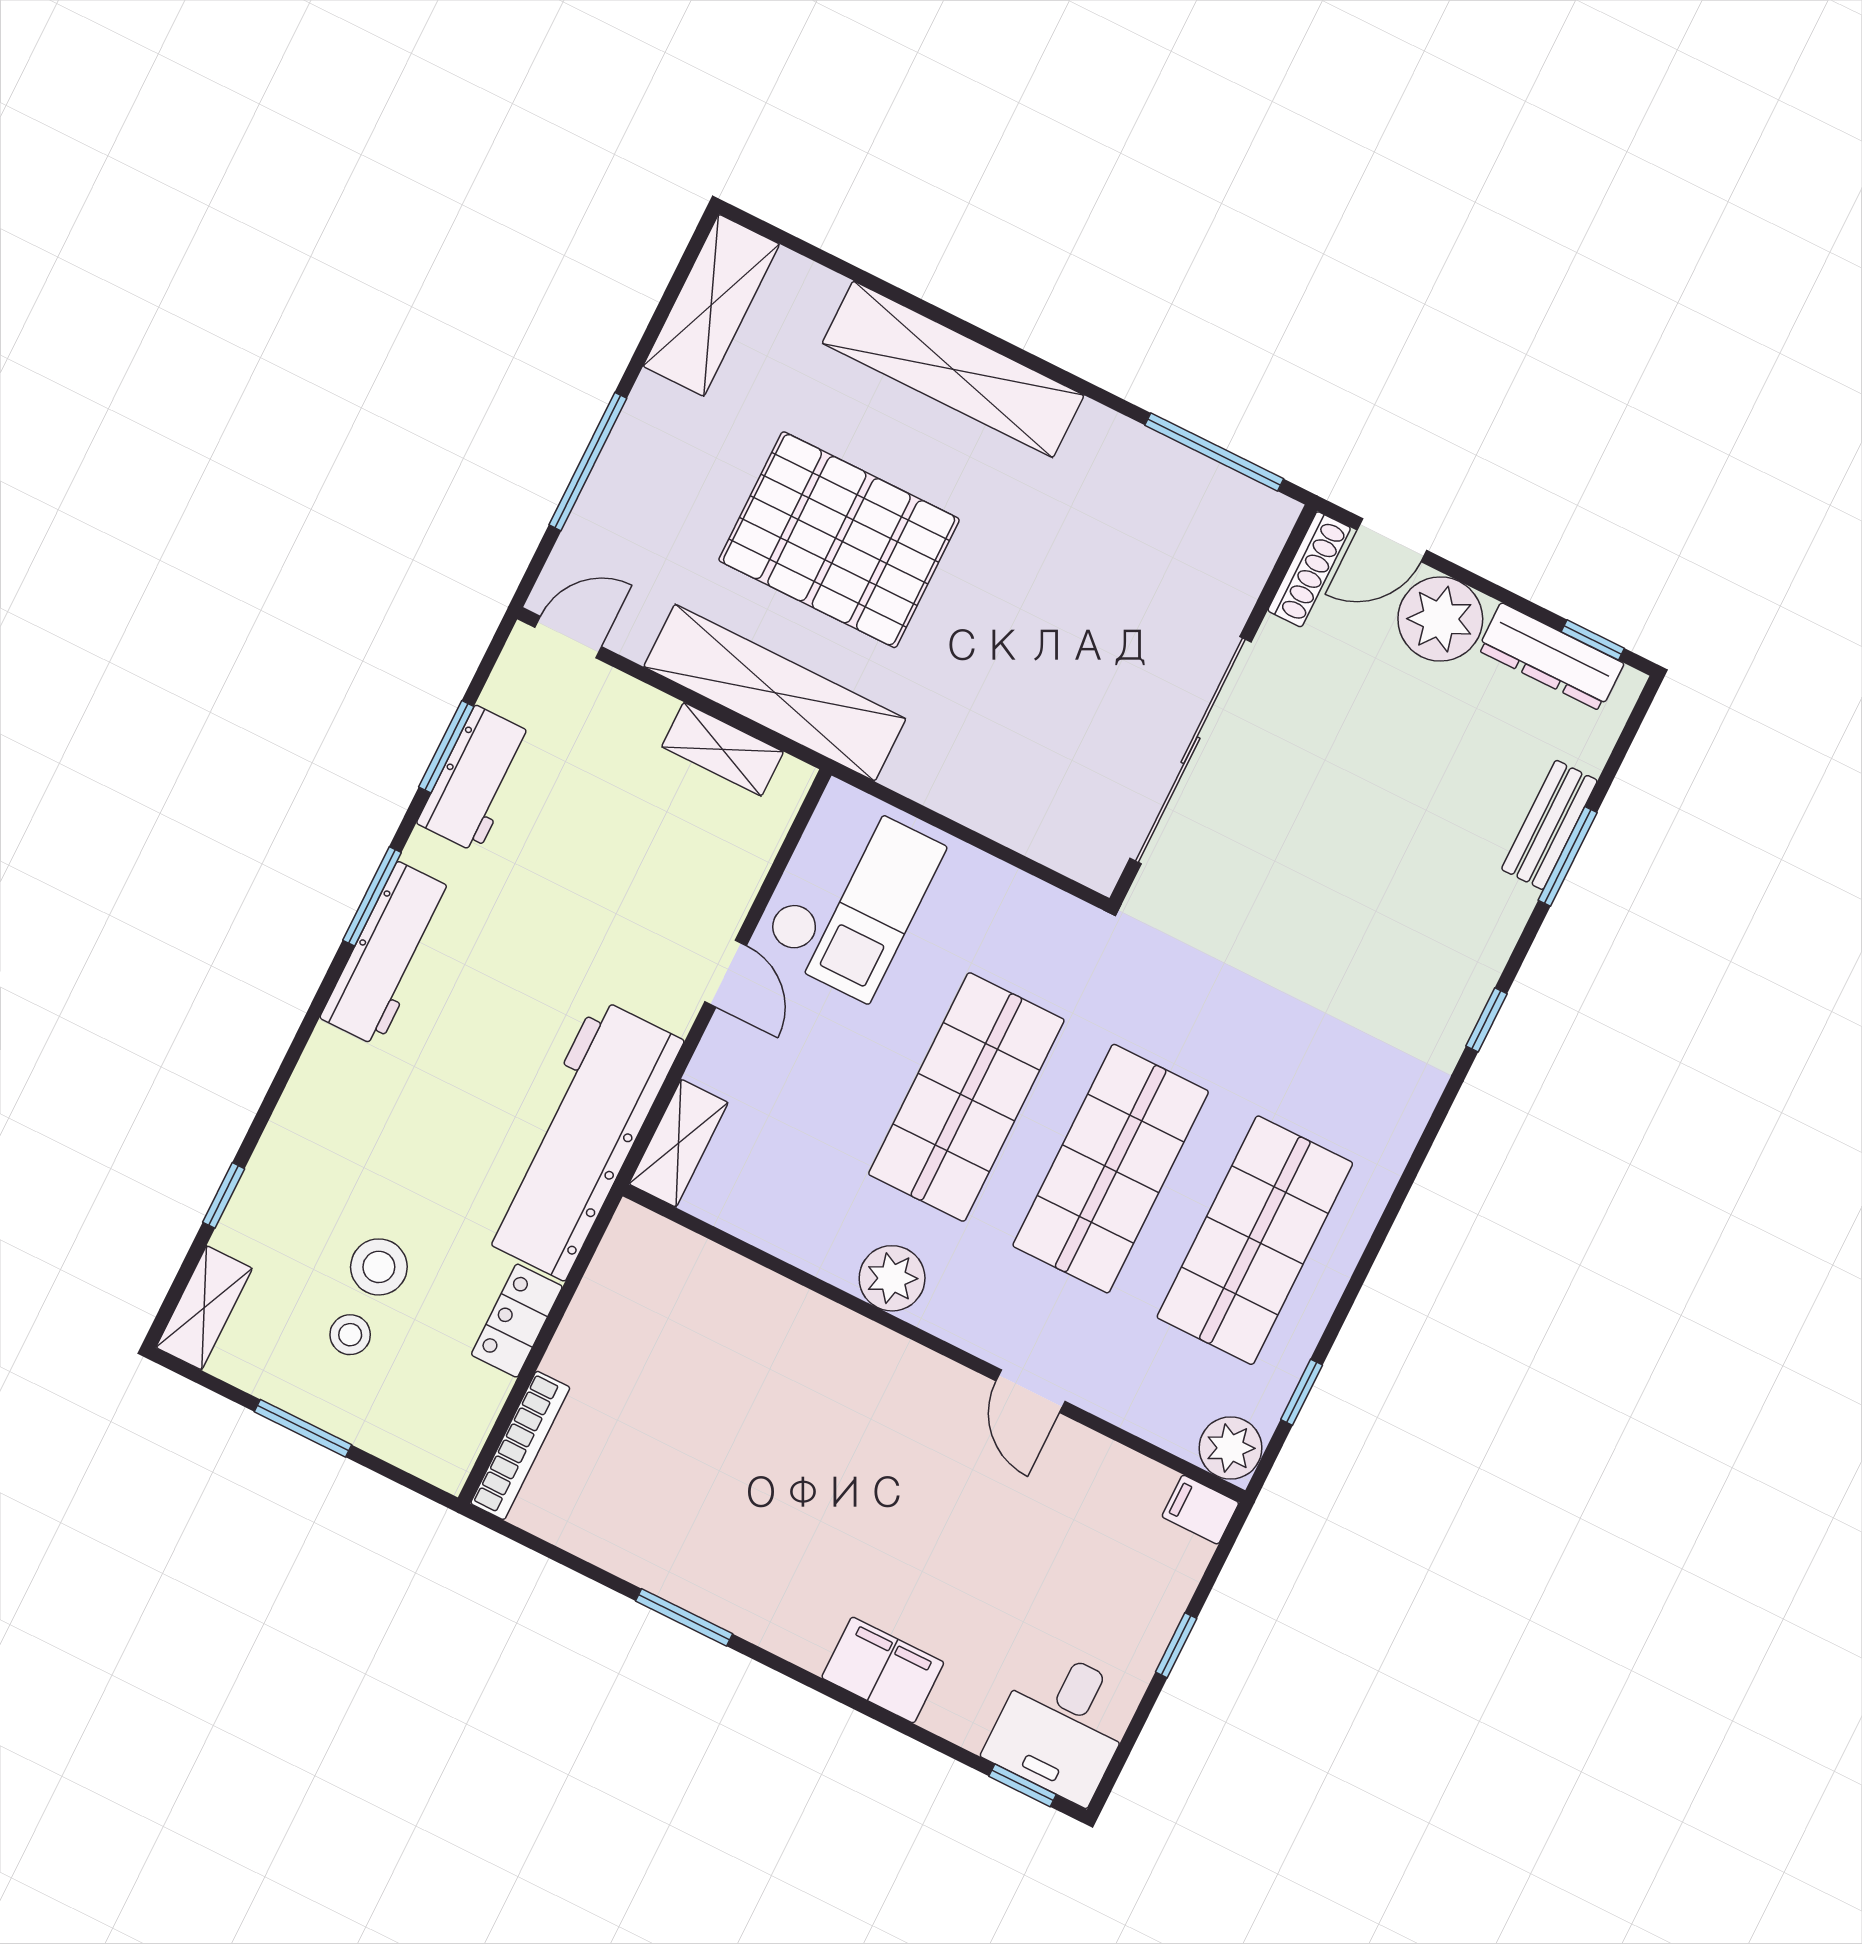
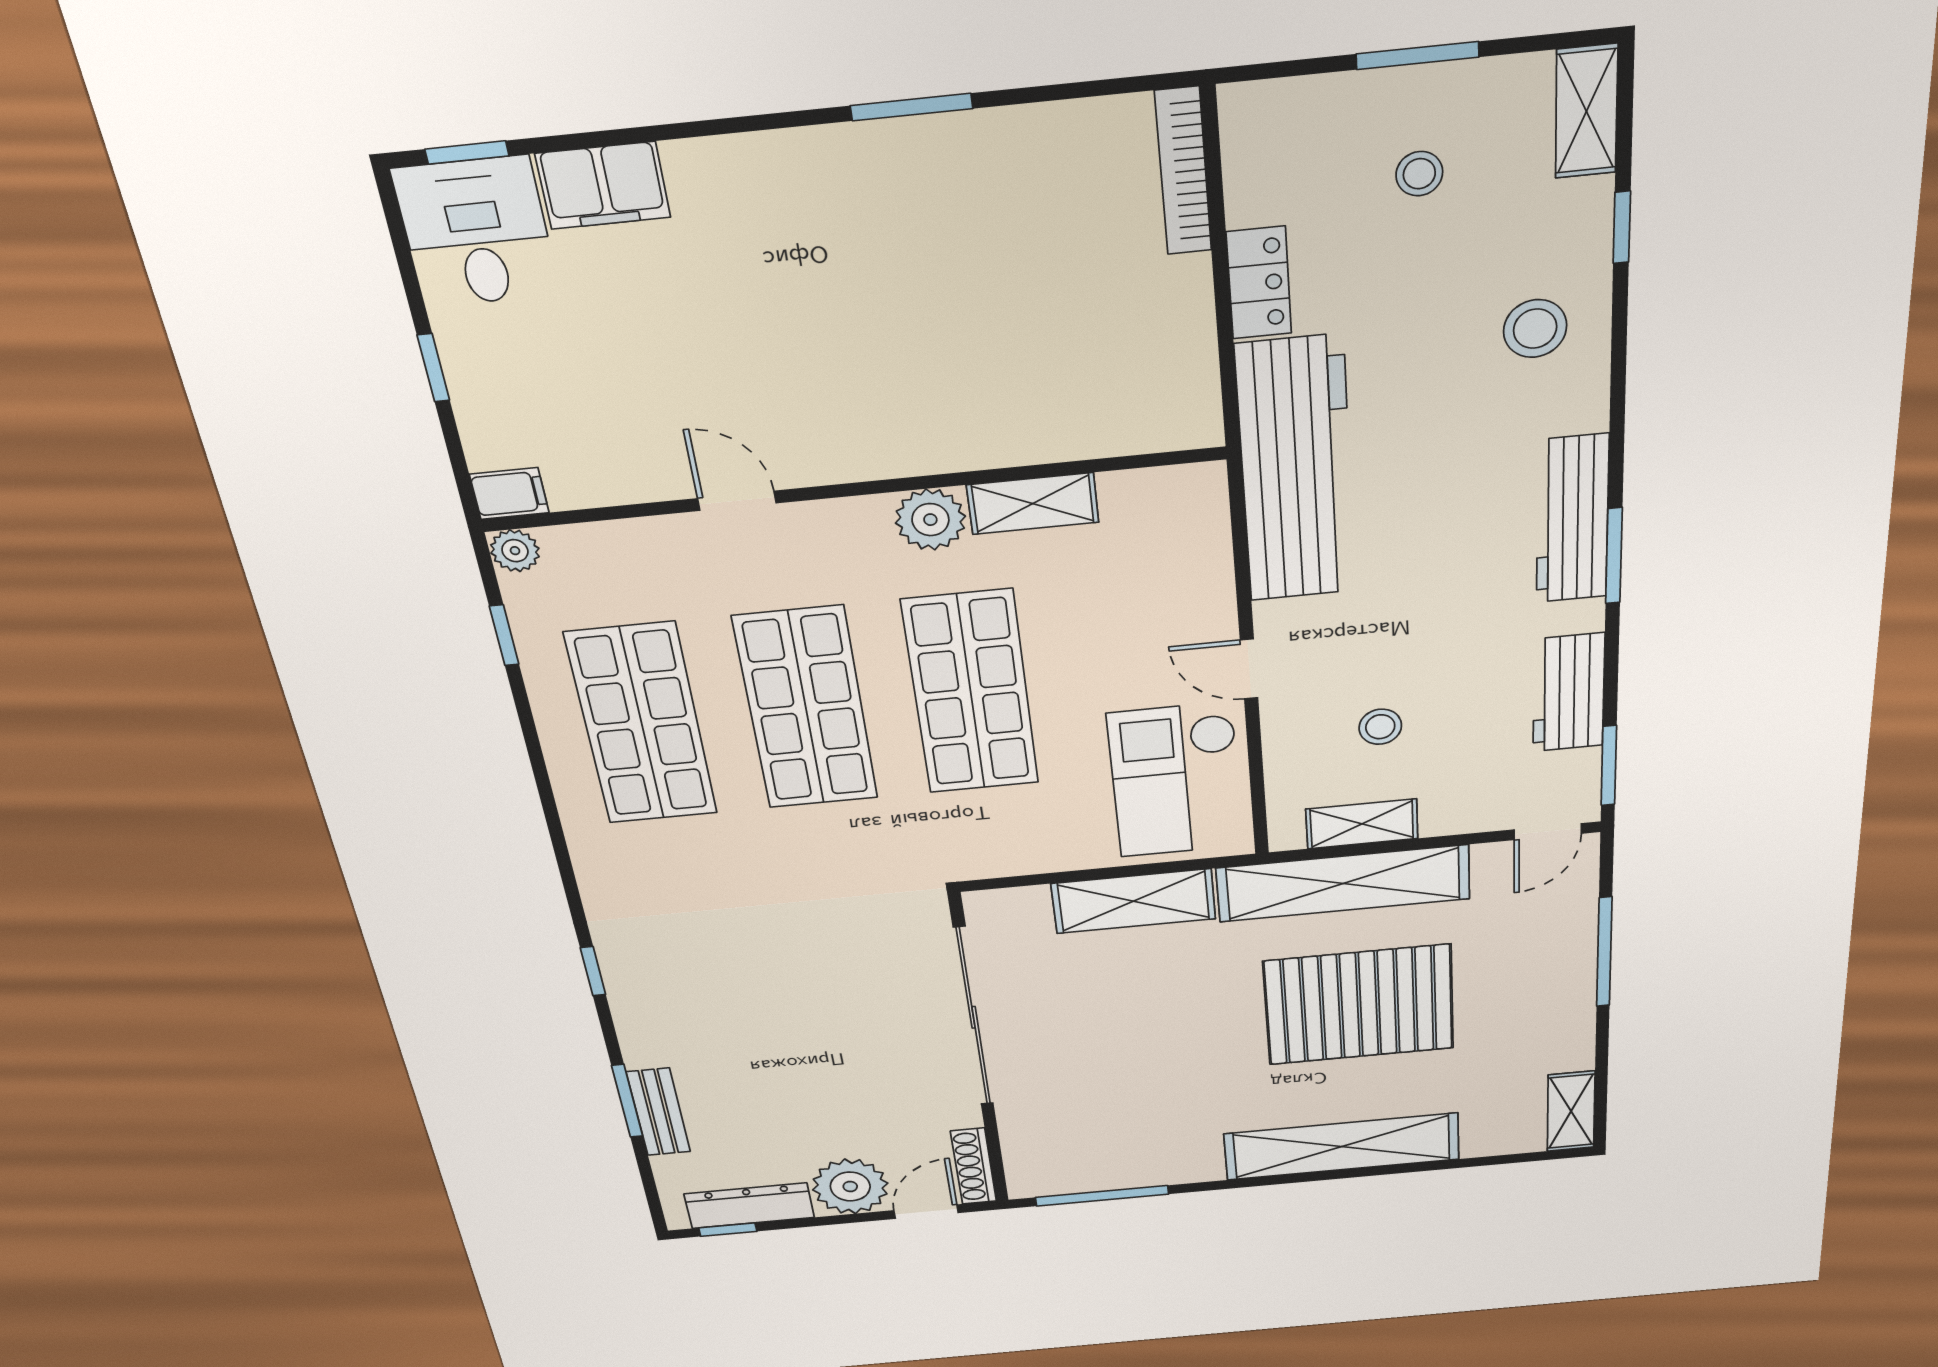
shelving: (711, 305) -> (1571, 1111), width x0.67, depth x0.75
window: (446, 747) -> (1609, 766), moved
shelving: (967, 791) -> (1134, 901), added
stool: (651, 844) -> (1380, 727), added
shelving: (679, 1143) -> (1033, 504), moved, turned 90
stool: (379, 1267) -> (1535, 329), moved
plant: (1230, 1448) -> (515, 551), width x0.73, depth x0.73
filing cabinet: (883, 1670) -> (603, 186), moved

